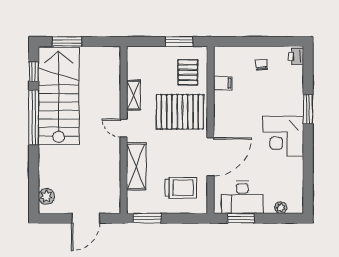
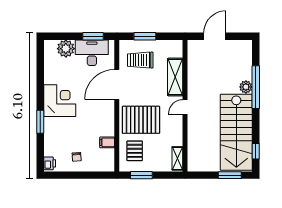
shelving: (133, 95) -> (177, 158), moved
window: (34, 117) -> (256, 87), moved
door: (124, 128) -> (185, 107), swing flipped
plant: (46, 196) -> (246, 87), moved
plant: (281, 208) -> (66, 49), width x1.88, depth x1.88
window: (147, 218) -> (145, 36), moved

